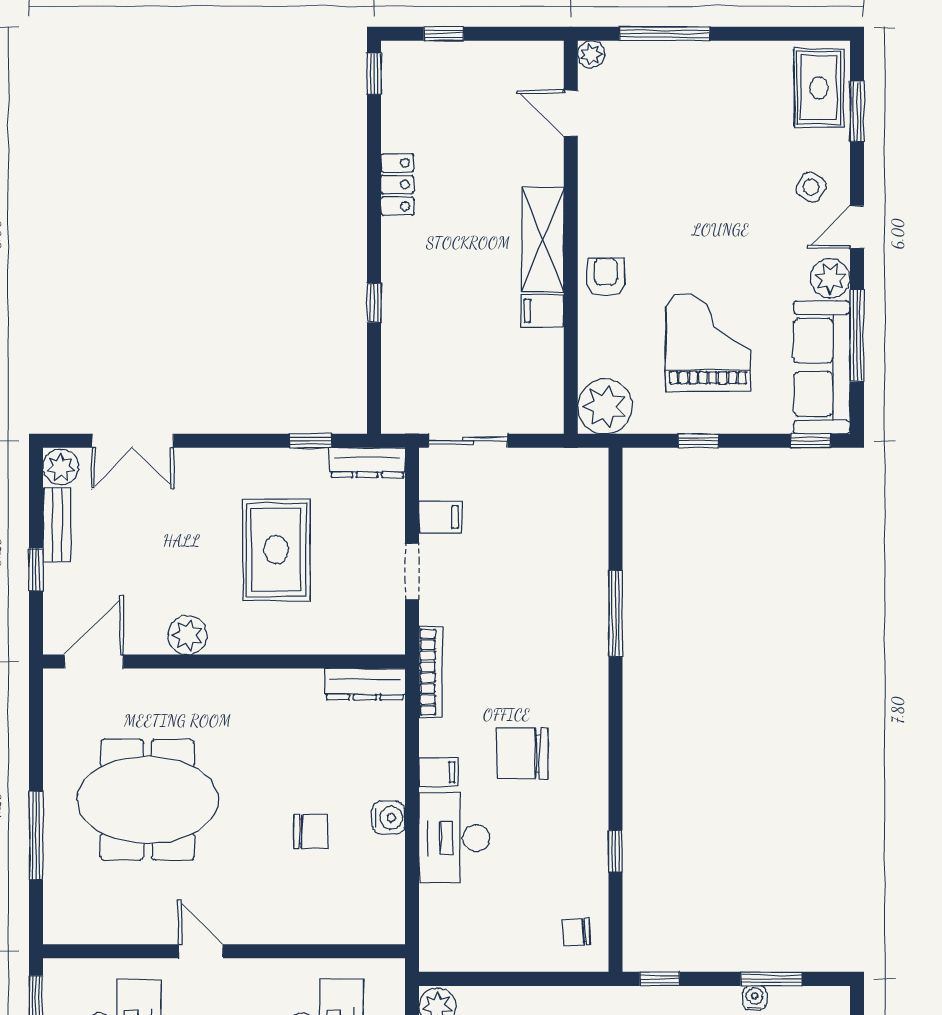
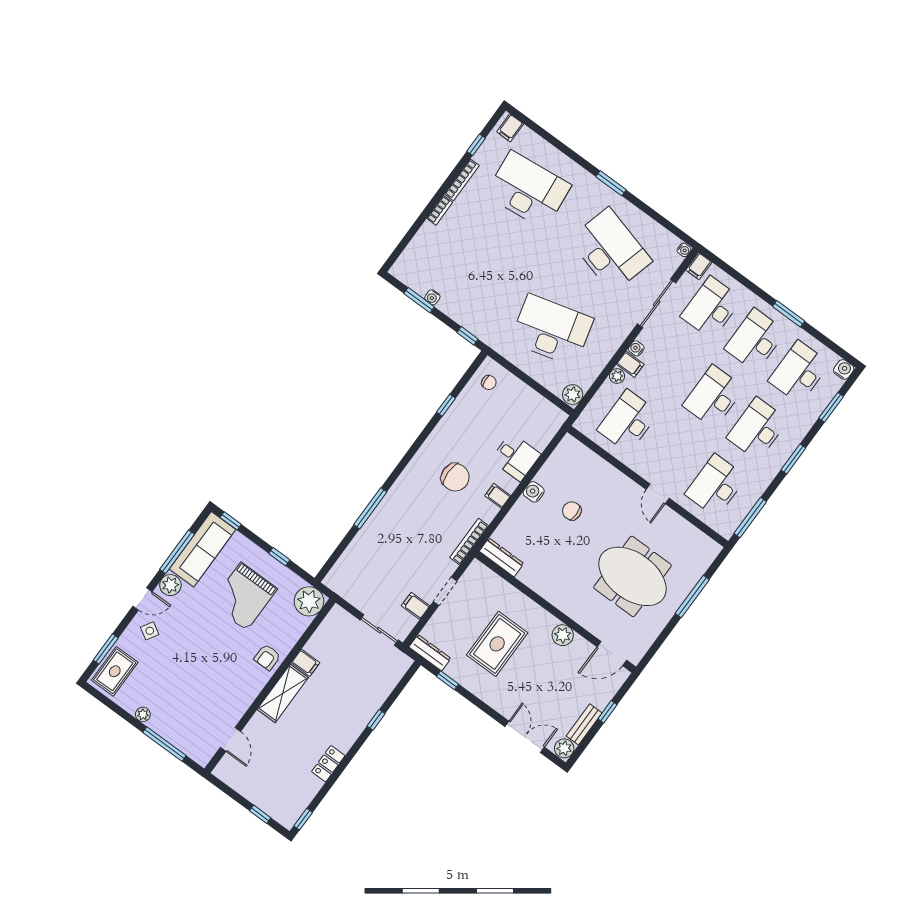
plant: (591, 54) -> (143, 714), moved
desk: (454, 838) -> (516, 457), width x0.73

